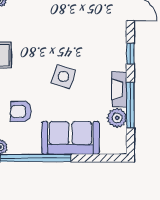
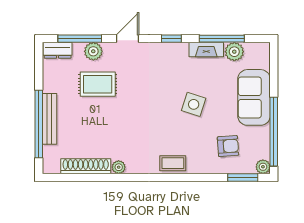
armchair: (21, 111) -> (228, 146), turned -94

